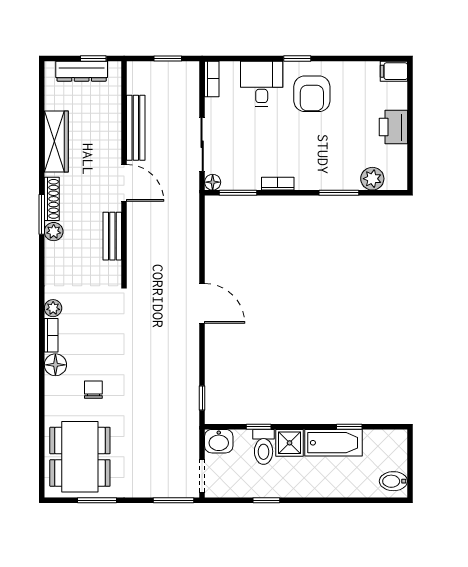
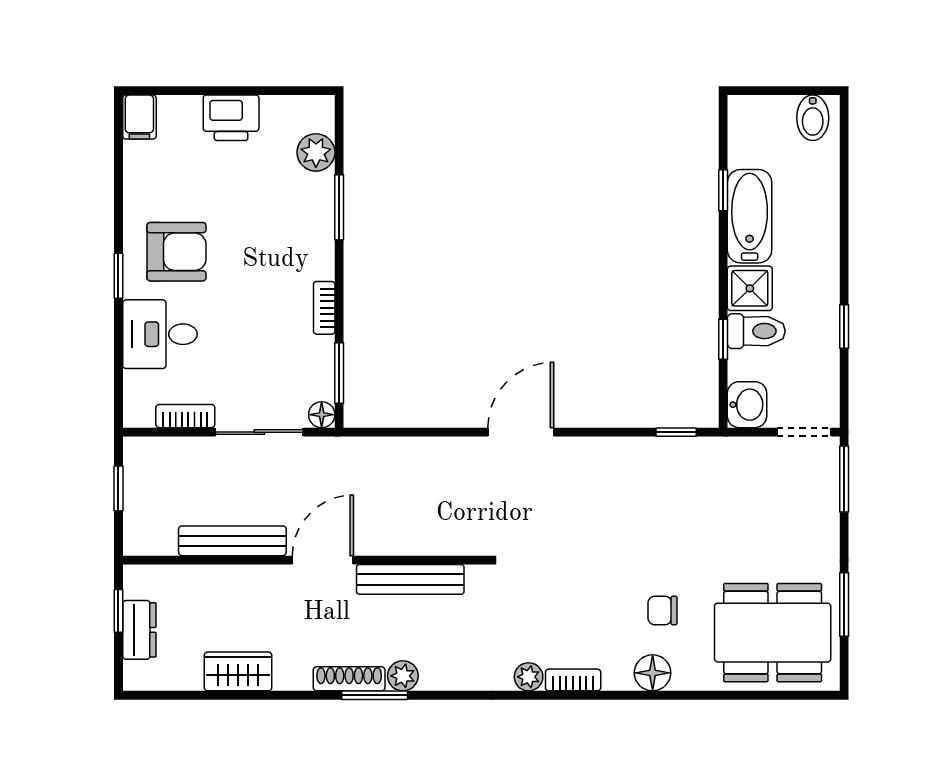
dresser: (82, 71) -> (139, 630), width x0.70
bookcase: (212, 79) -> (185, 416), moved
wardrobe: (56, 141) -> (238, 671), width x0.67
bench: (112, 236) -> (410, 579), width x1.36
floor lamp: (55, 365) -> (653, 673), moved

